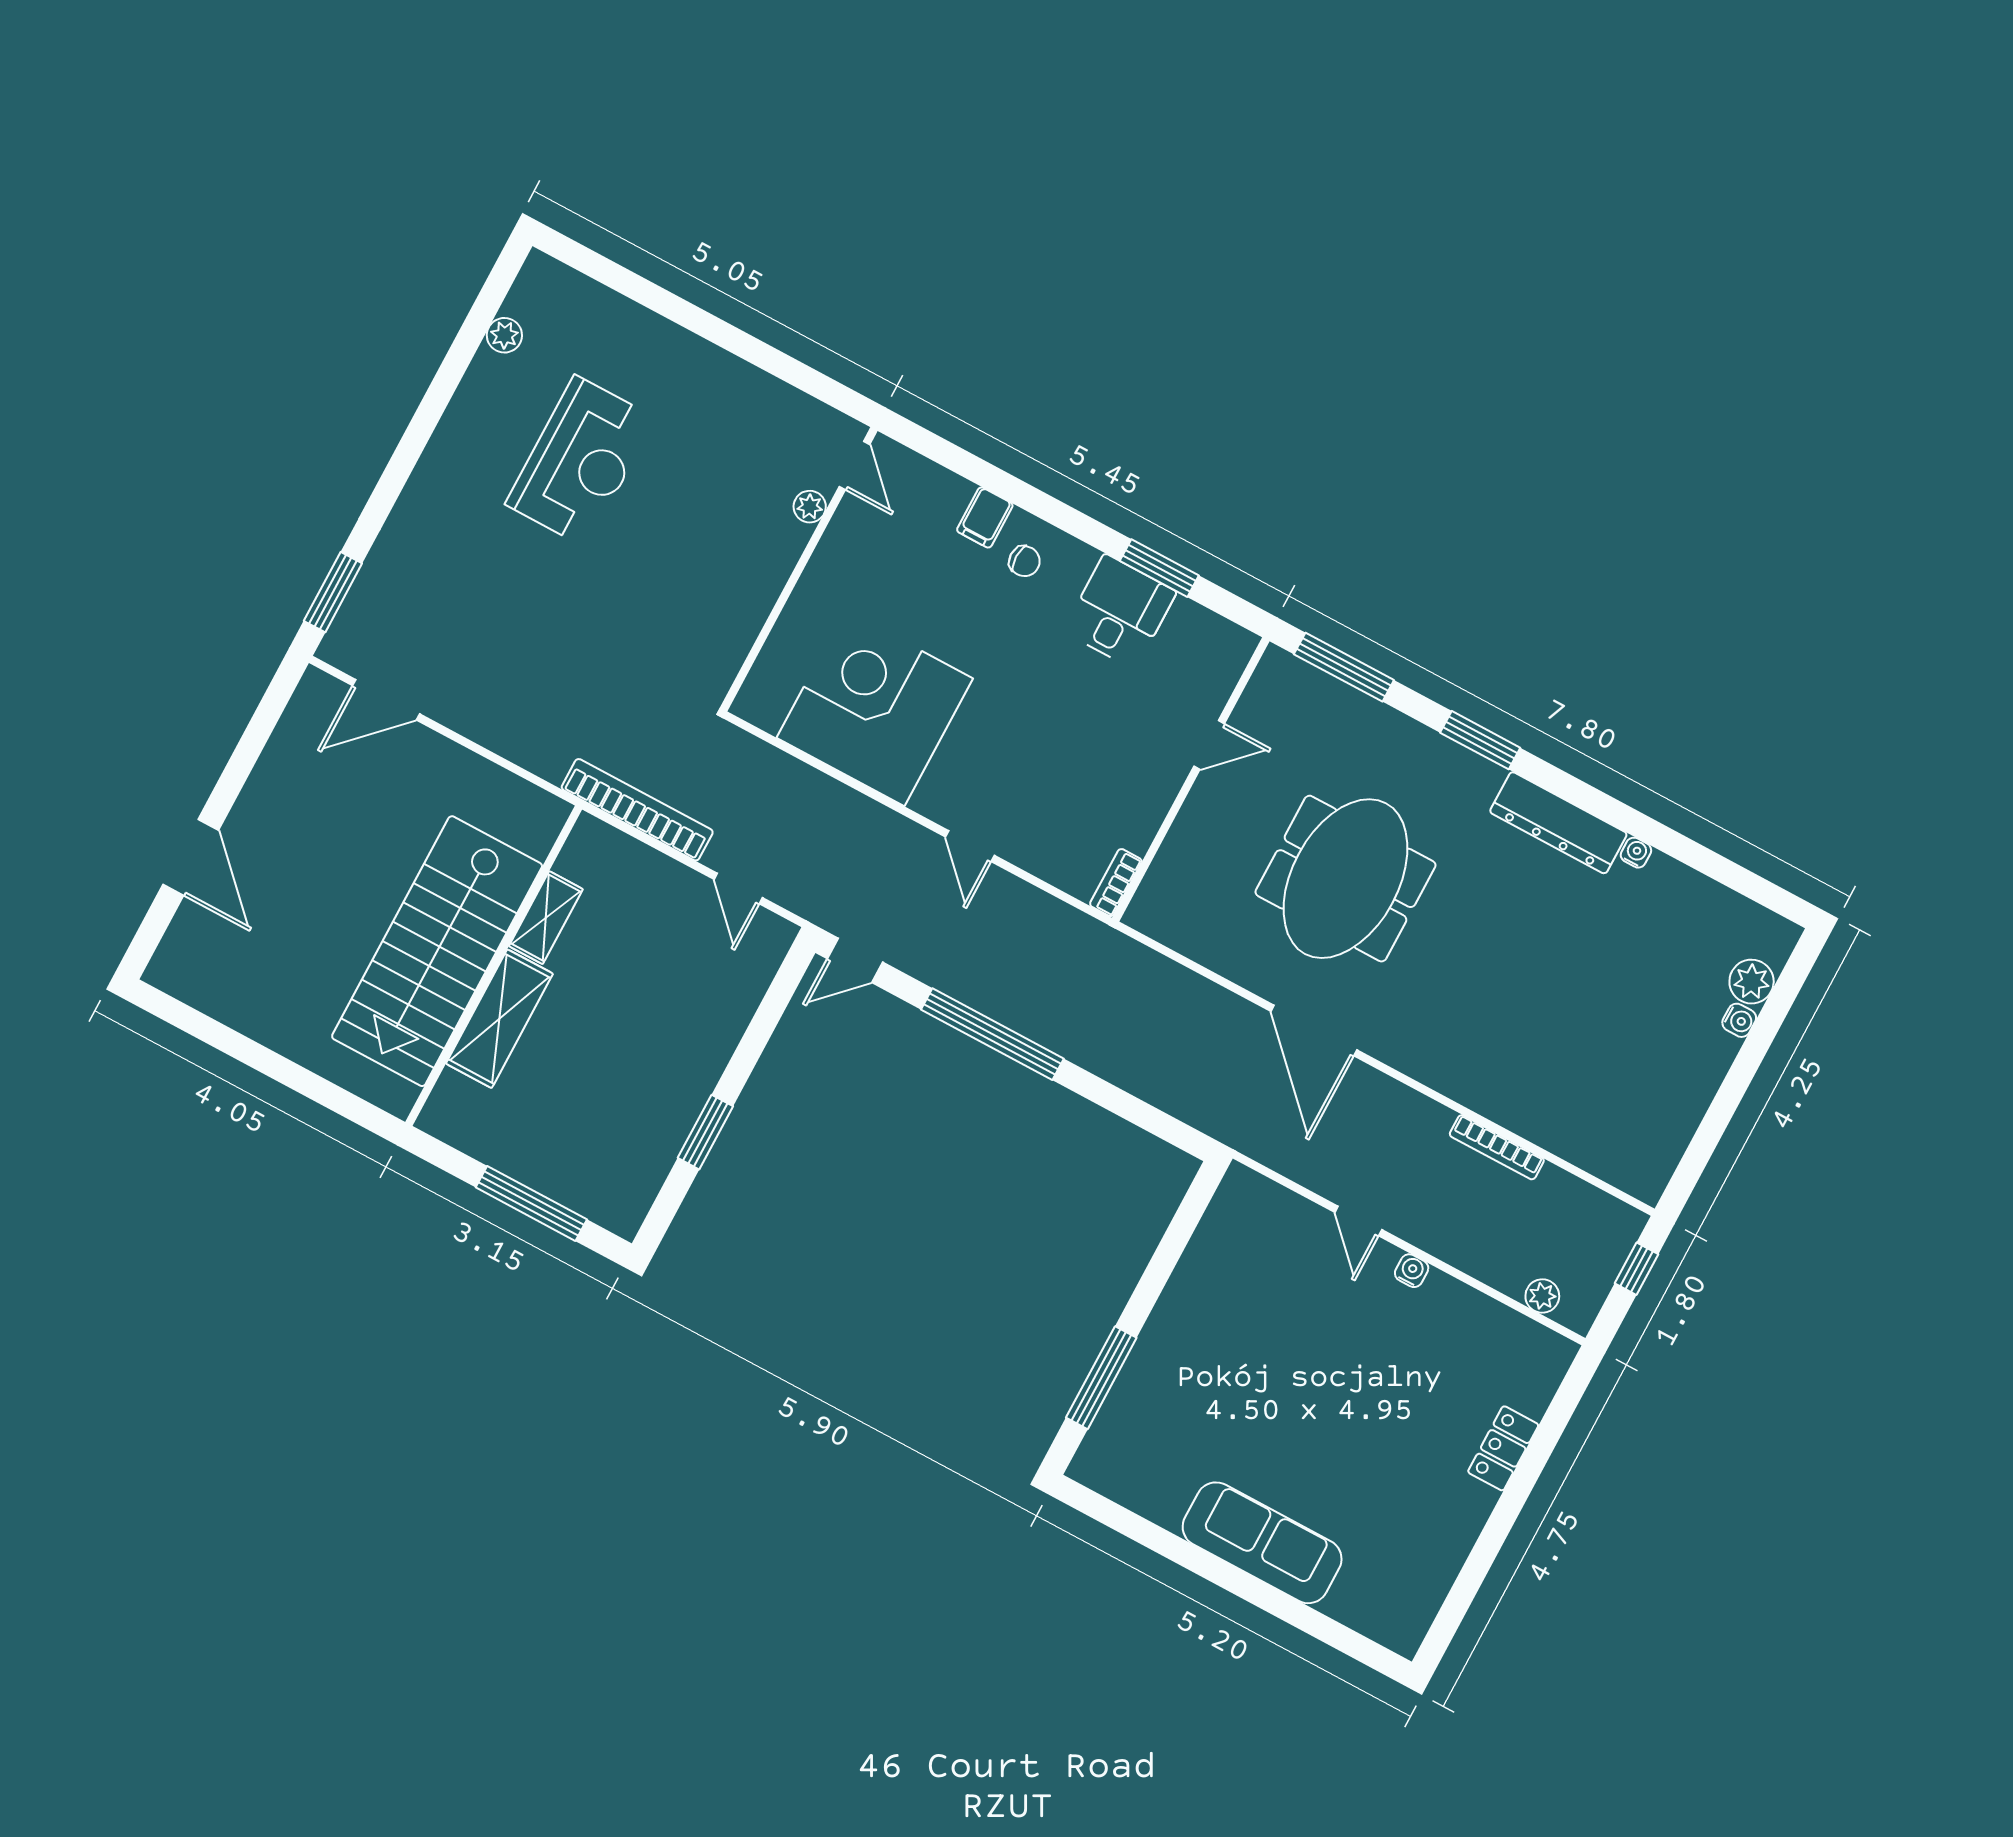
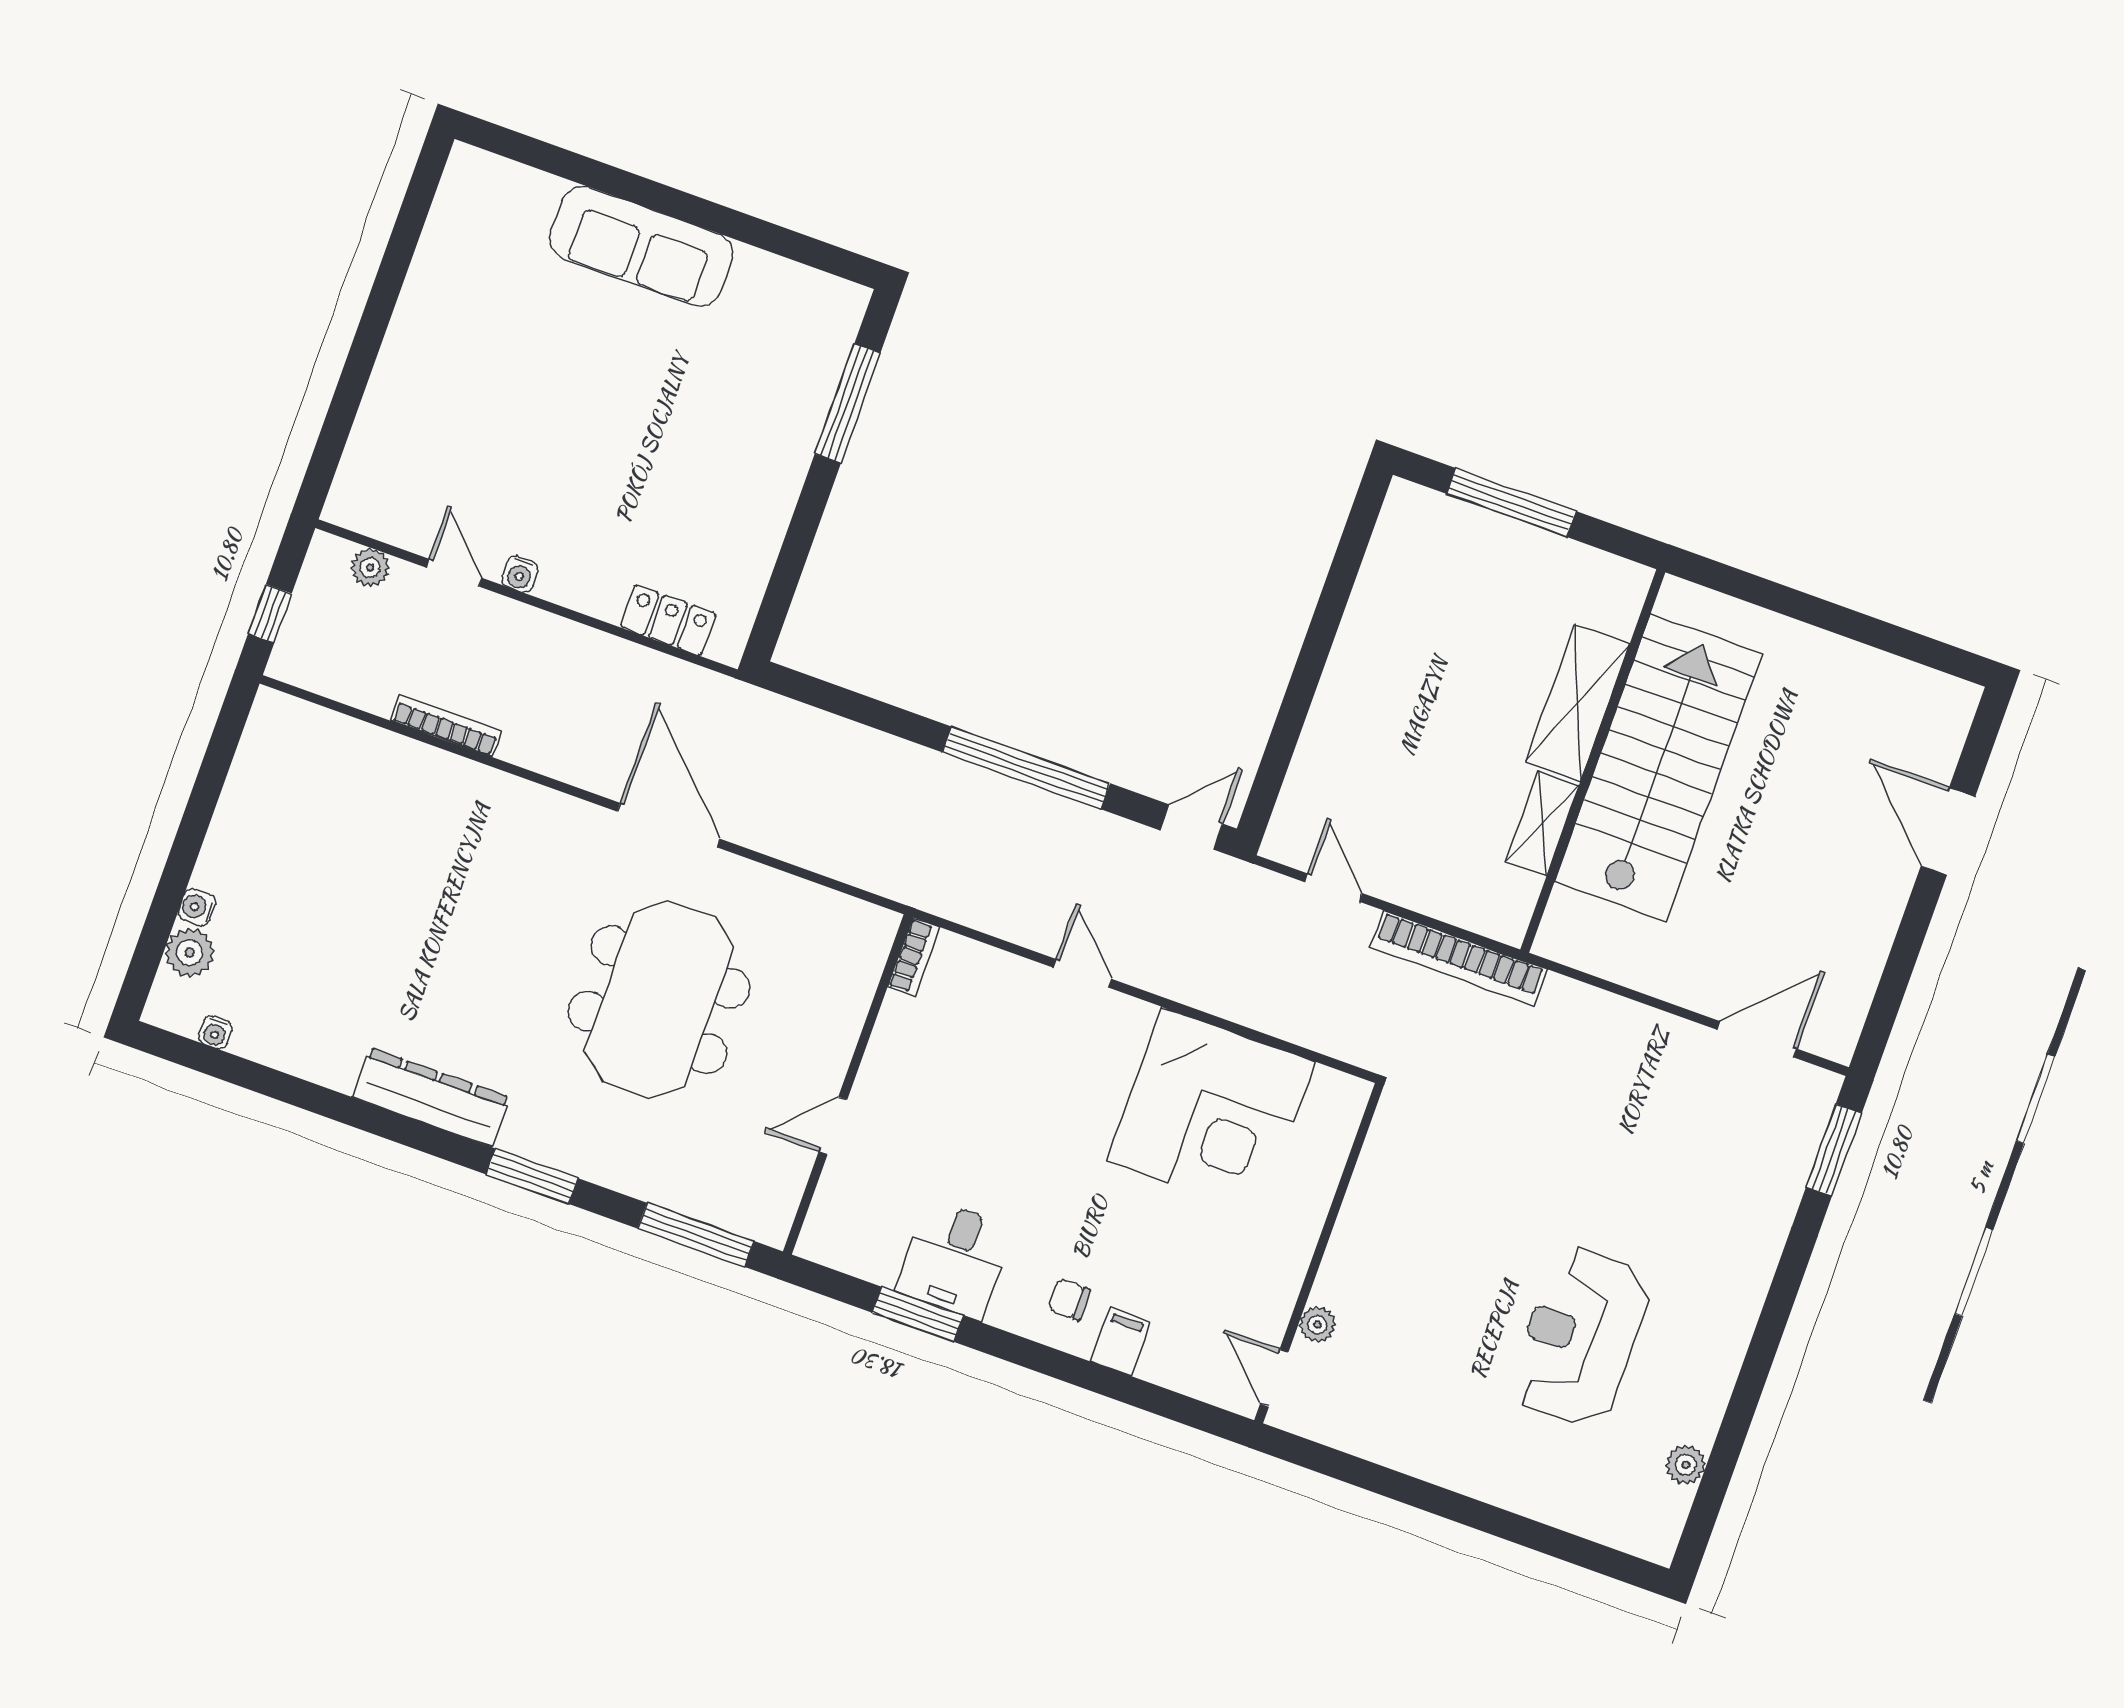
water cooler: (1636, 853) -> (215, 1032), moved
window: (705, 1132) -> (1329, 611), removed
door: (1358, 1221) -> (454, 573), moved
locker: (1503, 1448) -> (668, 620), moved, turned -90

